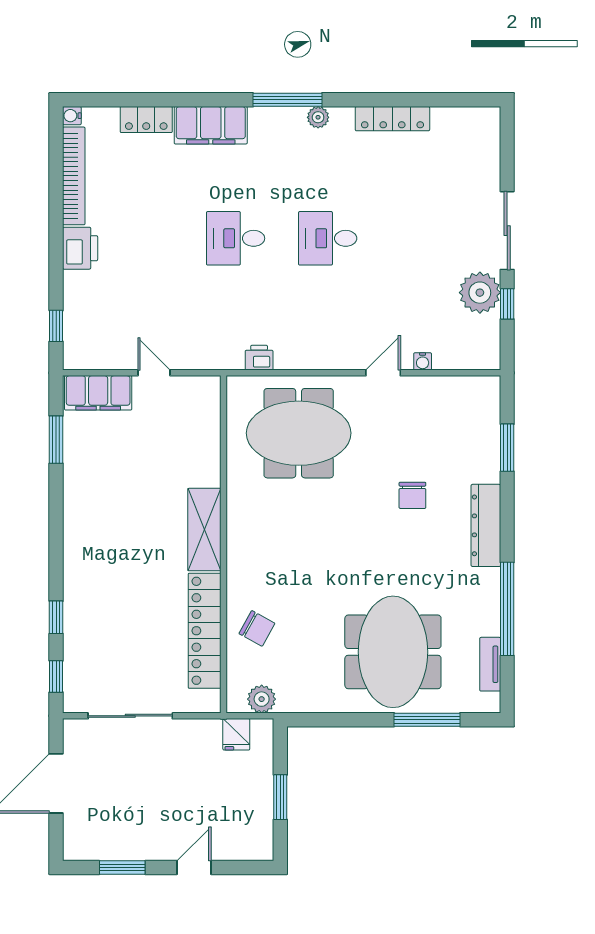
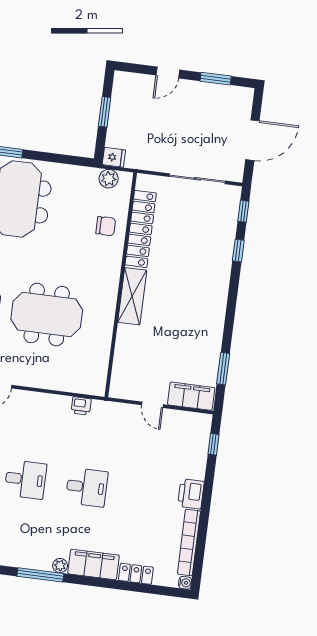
plant: (318, 117) -> (60, 566), moved
meeting table: (299, 433) -> (47, 315), moved
chair: (257, 628) -> (106, 226), turned 151
fridge: (236, 734) -> (114, 157), moved, turned 90

